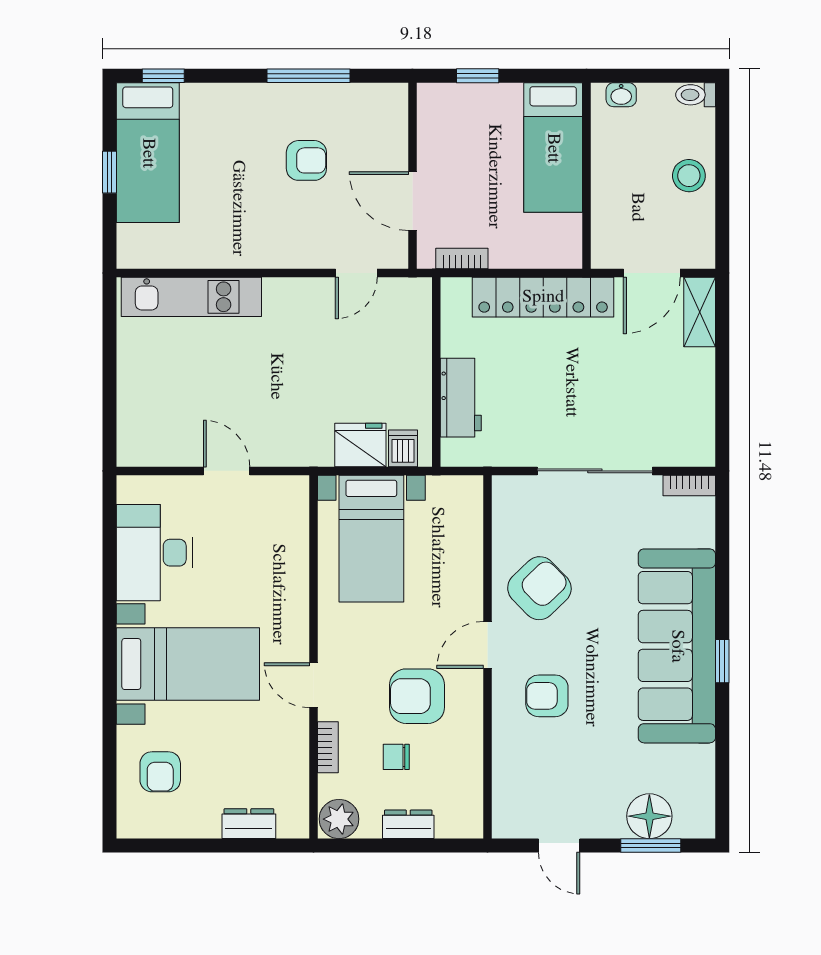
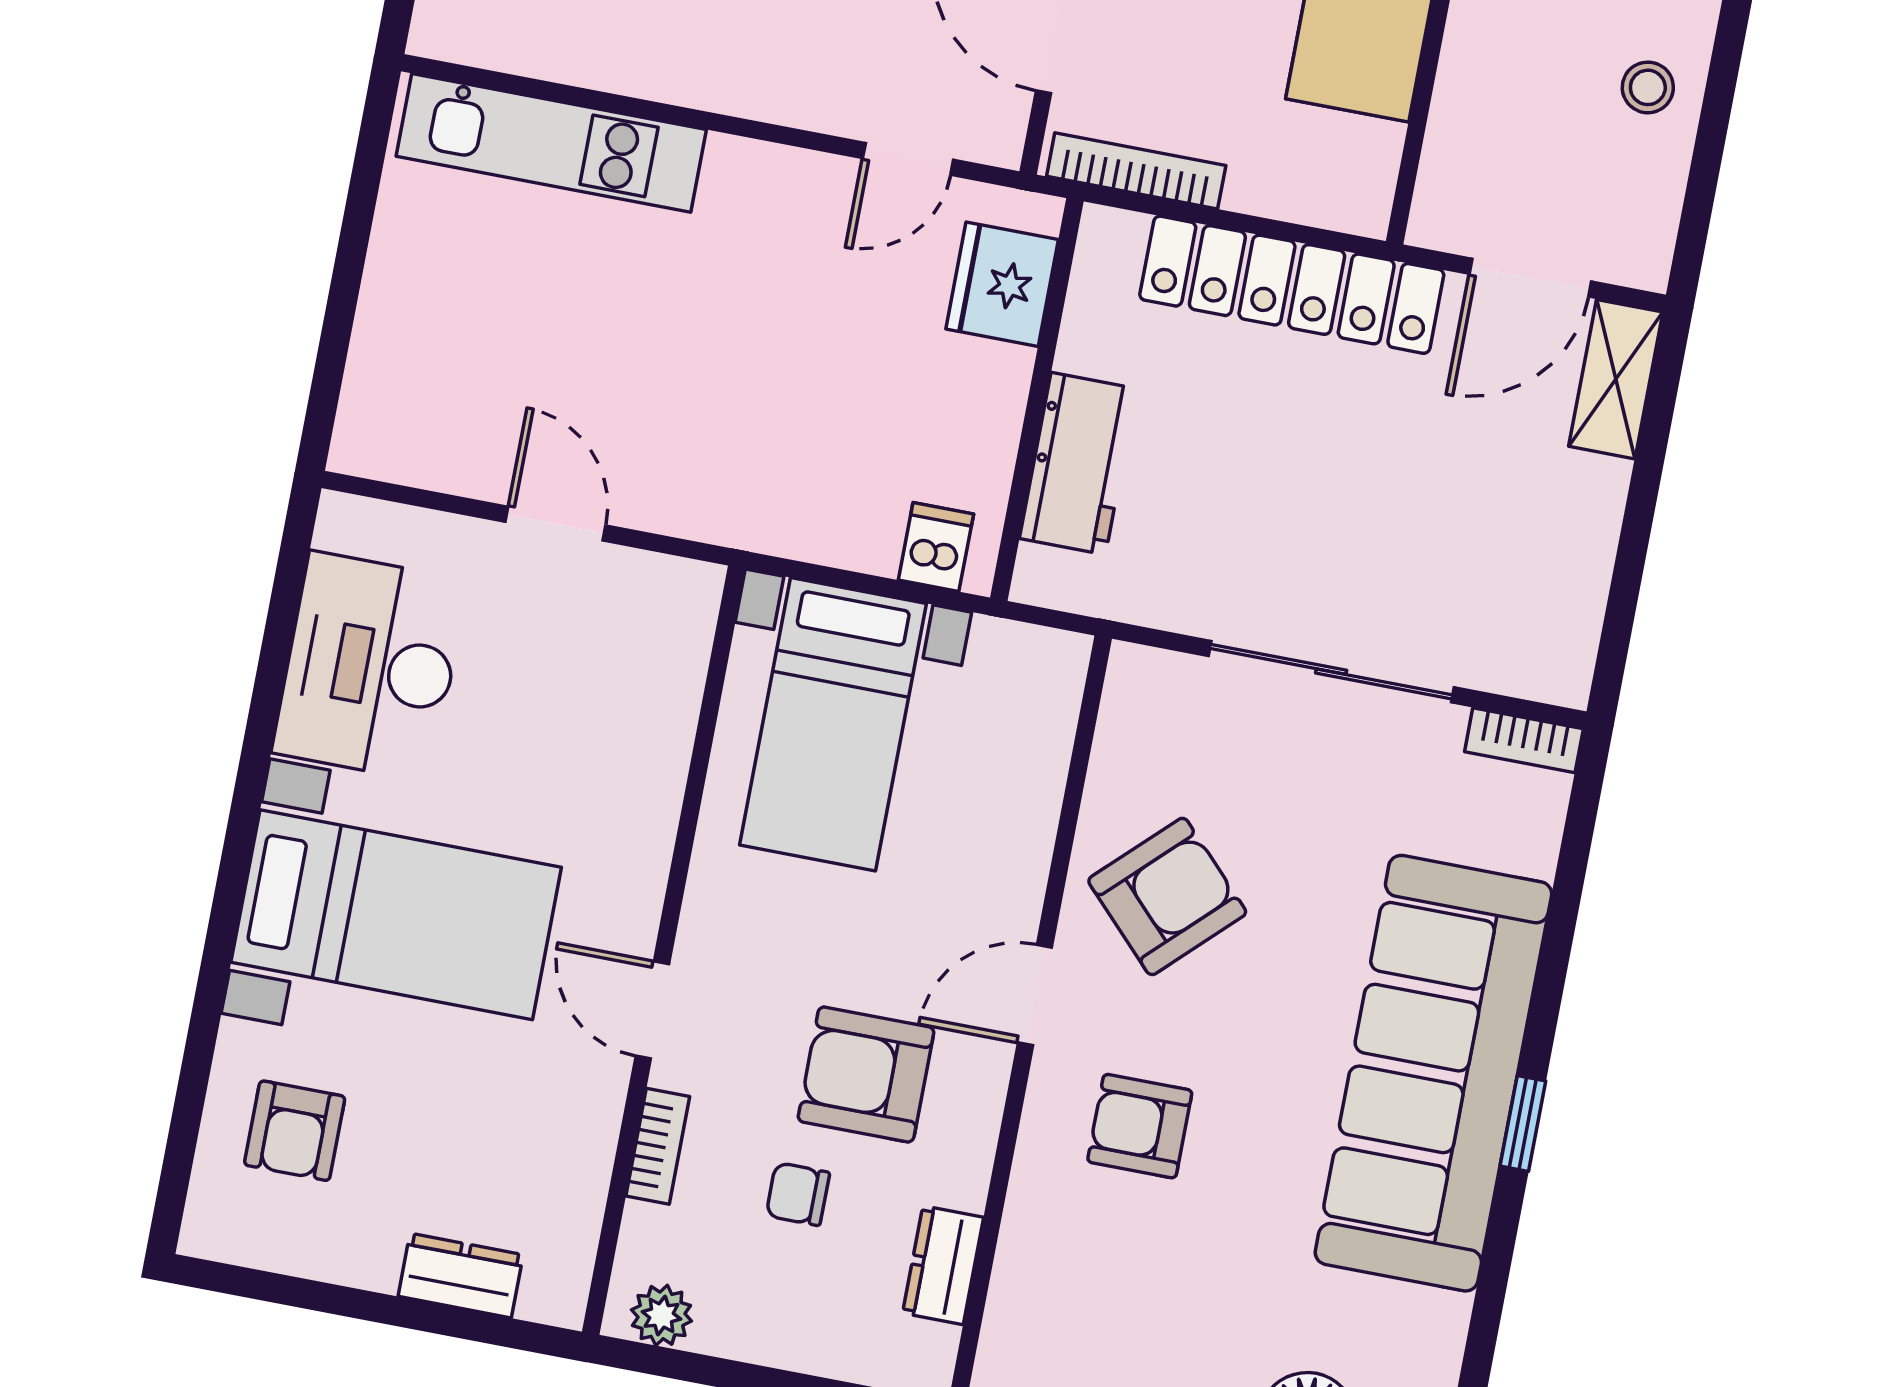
stool: (689, 176) -> (1648, 87), width x0.73, depth x0.73
bookcase: (462, 259) -> (1136, 171), width x1.56
fridge: (360, 445) -> (1002, 284), moved, turned -90
plant: (339, 819) -> (662, 1315), width x0.73, depth x0.73
dresser: (408, 824) -> (943, 1265), moved, turned -90

